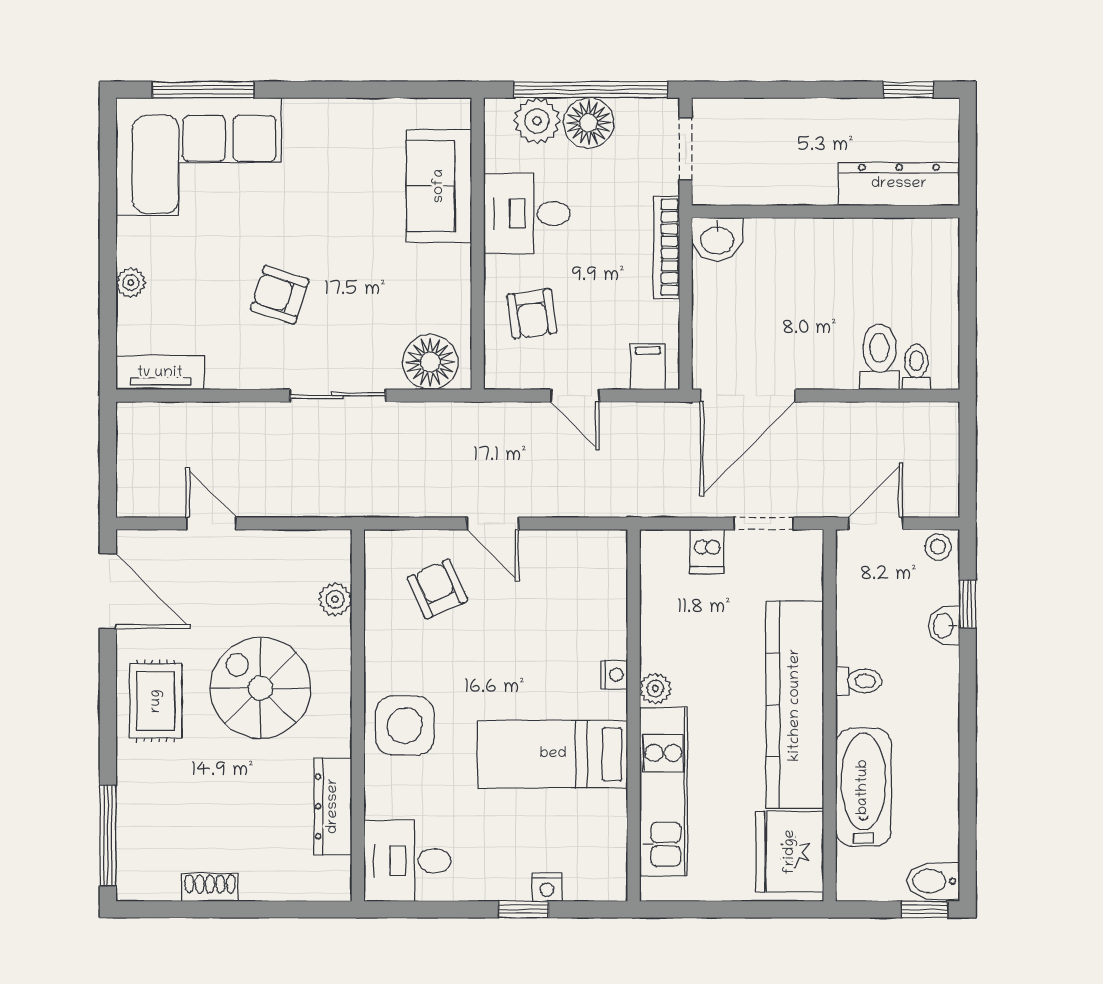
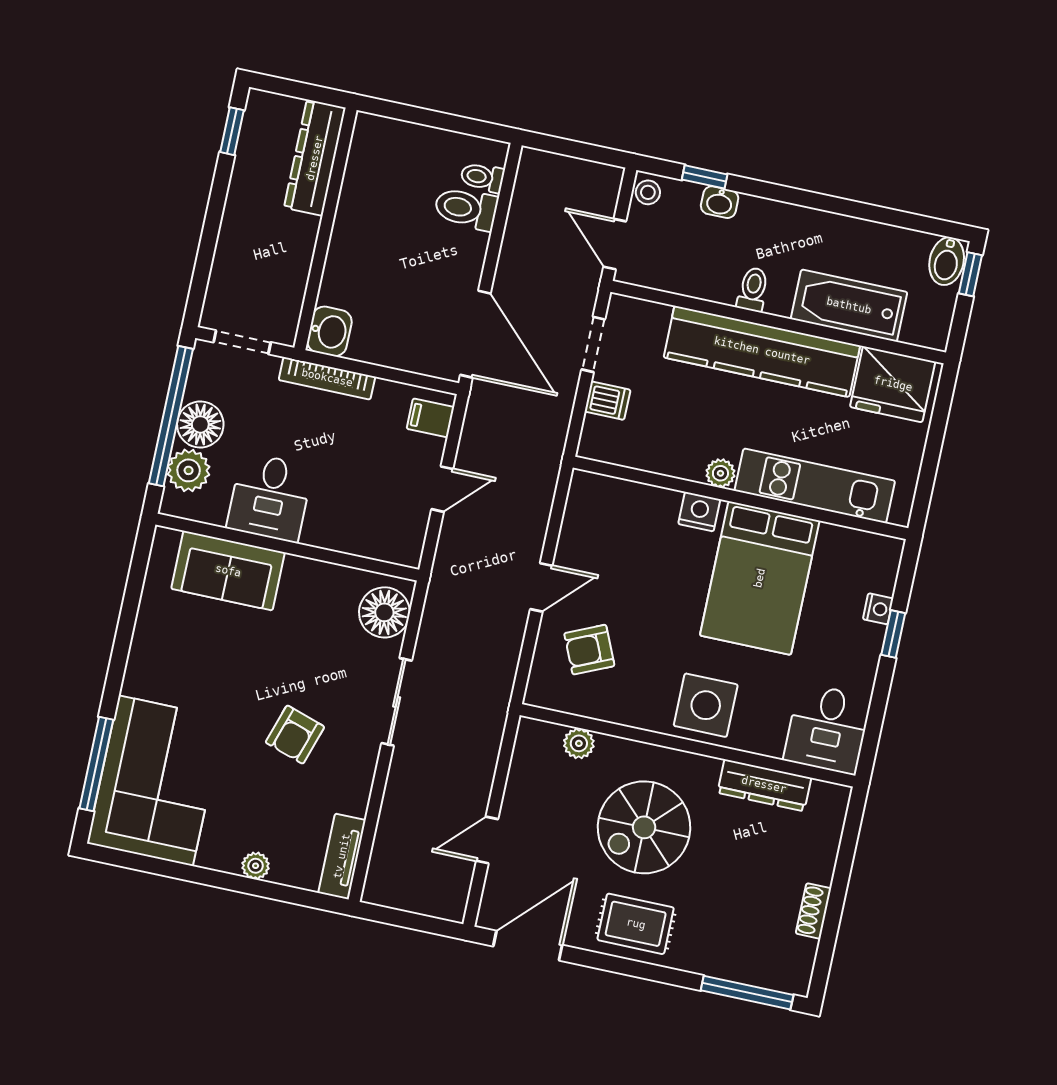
armchair: (532, 314) -> (360, 512), removed
nightstand: (614, 675) -> (699, 512), width x1.39, depth x1.35
bed: (553, 754) -> (760, 578), width x1.50

